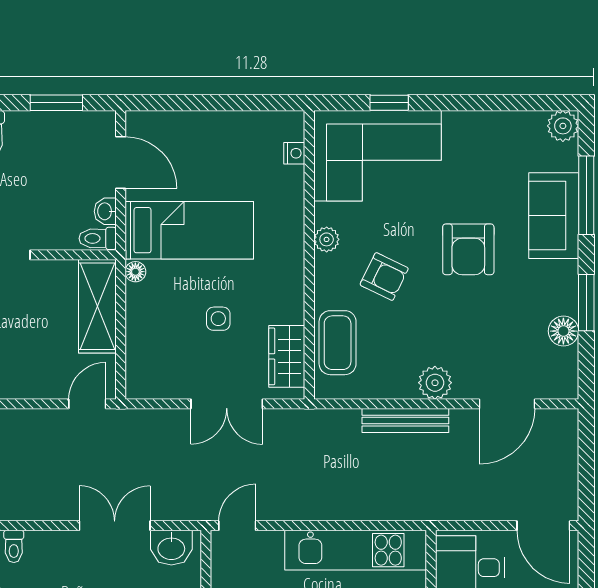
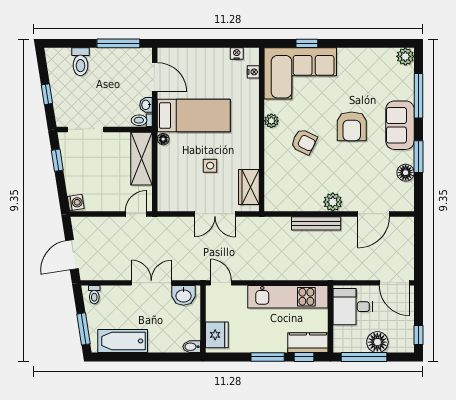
window: (56, 103) -> (118, 43), width x1.44
nightstand: (265, 121) -> (237, 54), added
sofa: (554, 216) -> (400, 125), moved
coffee table: (338, 343) -> (278, 179), removed
door: (237, 526) -> (221, 283), hinge flipped

